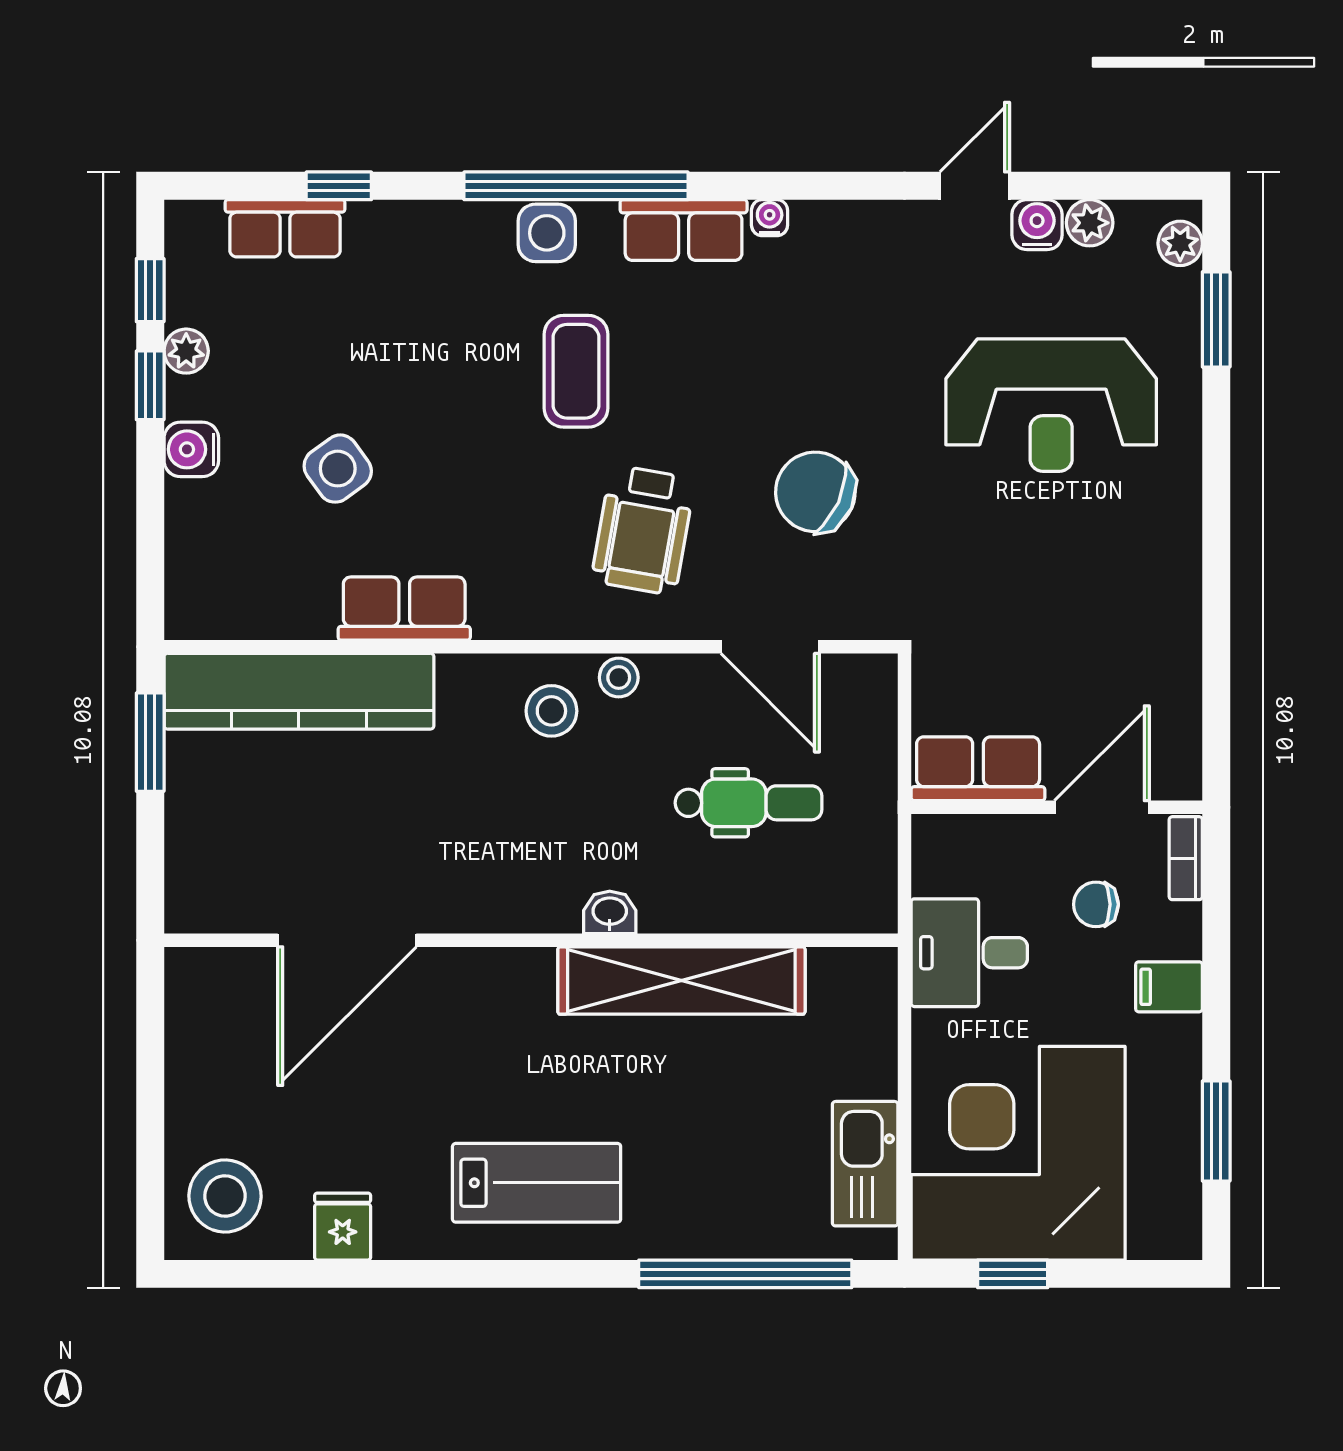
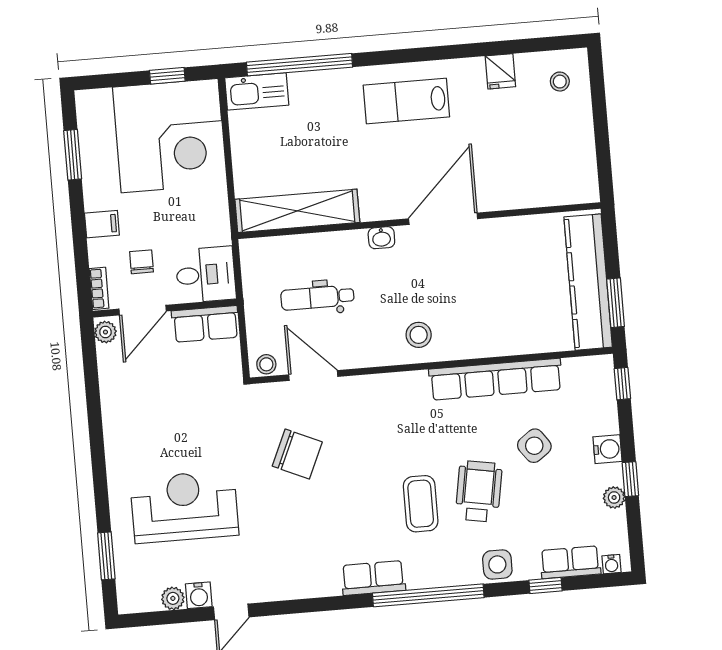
water cooler: (770, 218) -> (611, 564), moved
side table: (547, 233) -> (497, 564), moved
plant: (1180, 243) -> (105, 332), moved
window: (150, 290) -> (622, 384), moved
wheelchair: (643, 530) -> (479, 491), moved
row of seats: (404, 609) -> (496, 379), width x2.02
stool: (619, 678) -> (266, 364), moved
kitchen counter: (299, 691) -> (588, 282), moved, turned -90
chair: (1096, 904) -> (141, 262), turned -90
door: (347, 940) -> (443, 219), moved
desk: (969, 953) -> (206, 275), moved
shelving: (681, 981) -> (297, 211), moved
kitchen sink: (865, 1164) -> (257, 91), moved, turned 90
stool: (225, 1196) -> (560, 82), width x0.53, depth x0.53

